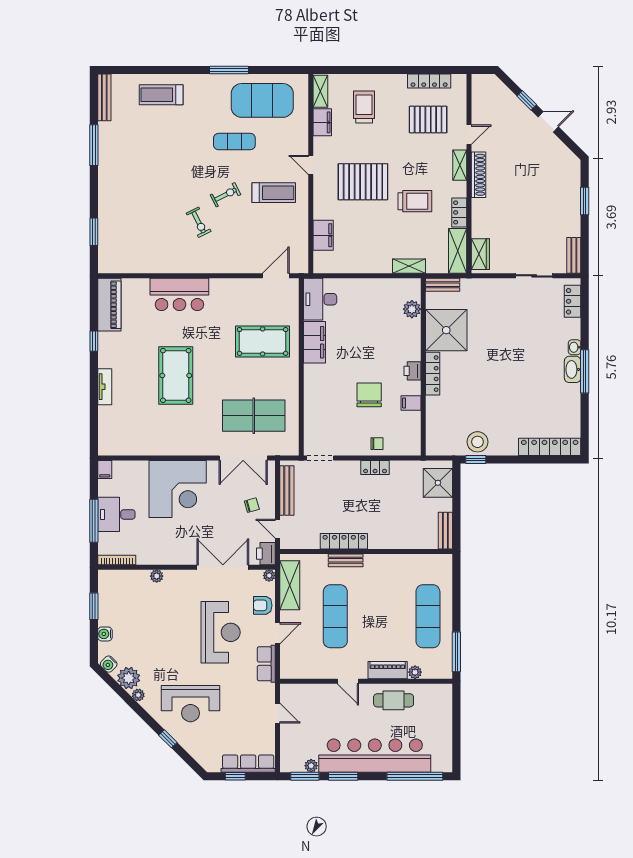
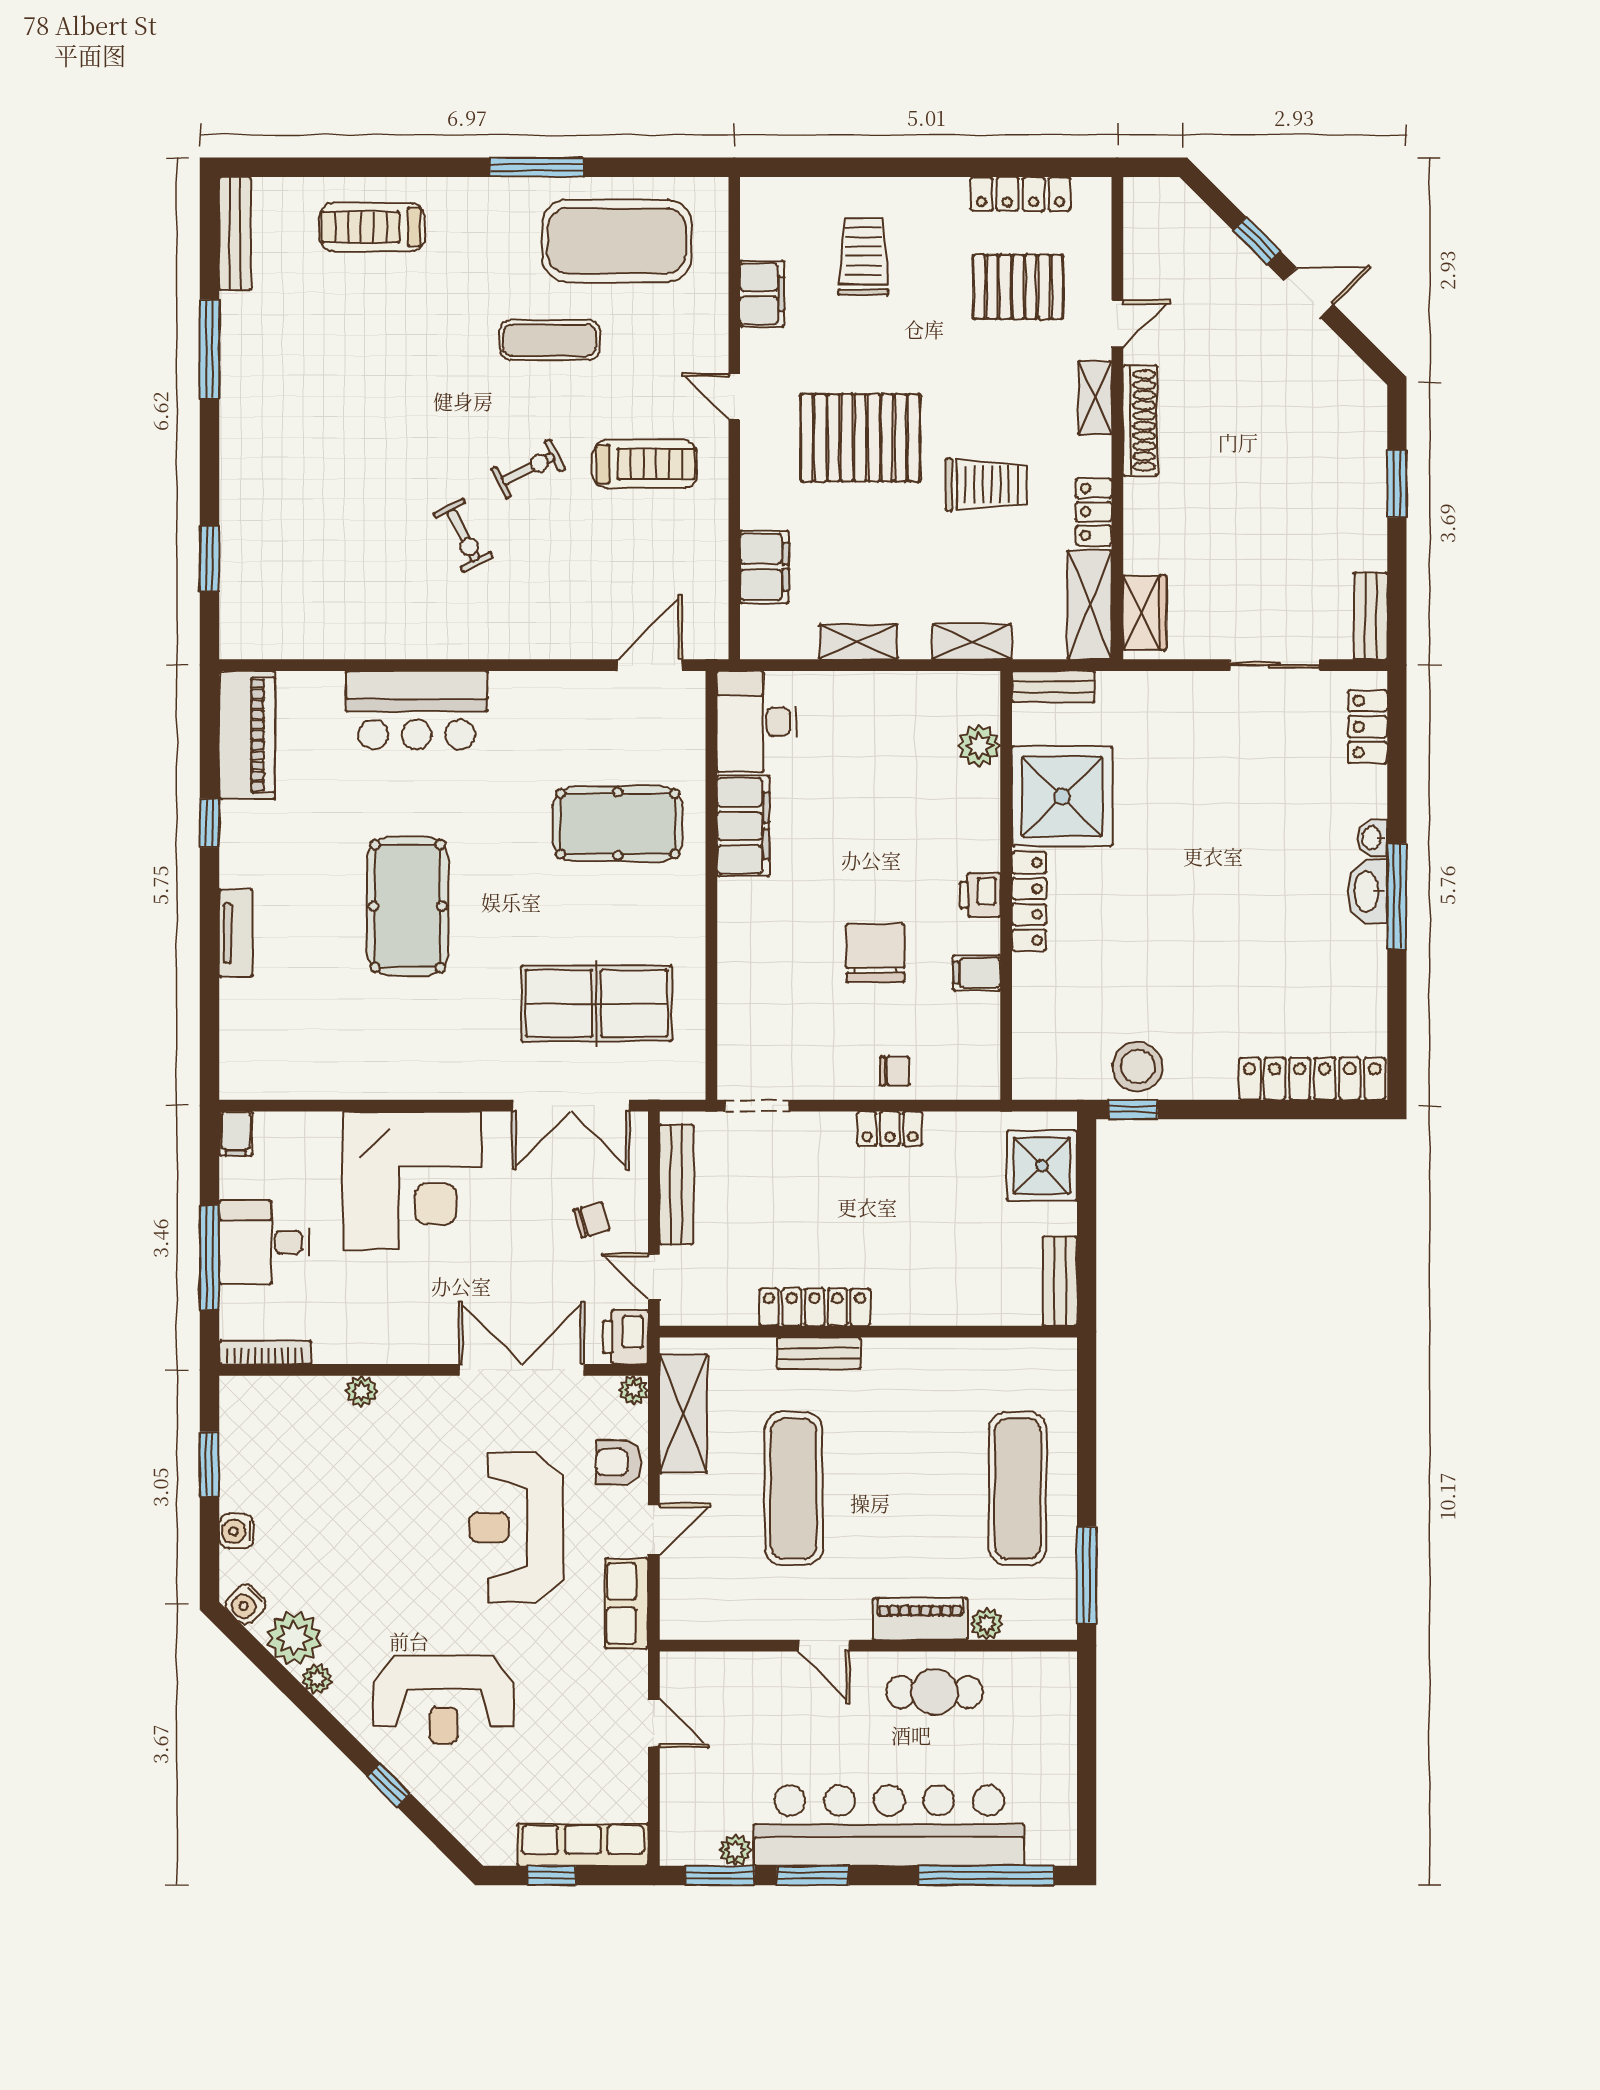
shelving: (320, 91) -> (858, 642), moved, turned 90
reception desk: (221, 632) -> (516, 1527), turned 180

